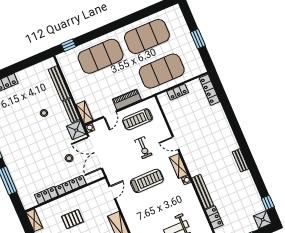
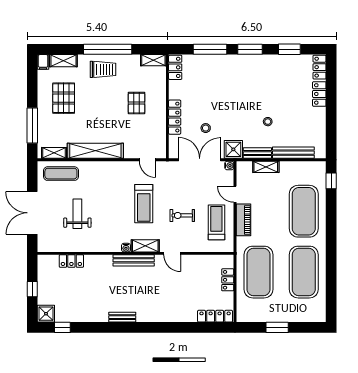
shelving: (84, 112) -> (266, 167), moved
door: (176, 143) -> (172, 253), swing flipped
bench: (203, 192) -> (134, 260), moved
locker: (46, 195) -> (175, 67), moved

